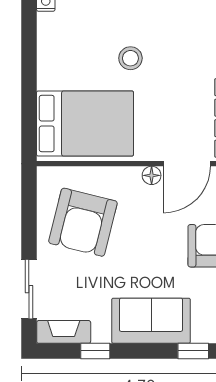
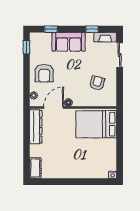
stool: (130, 58) -> (77, 152), removed
armchair: (83, 222) -> (97, 83), width x0.53, depth x0.53

